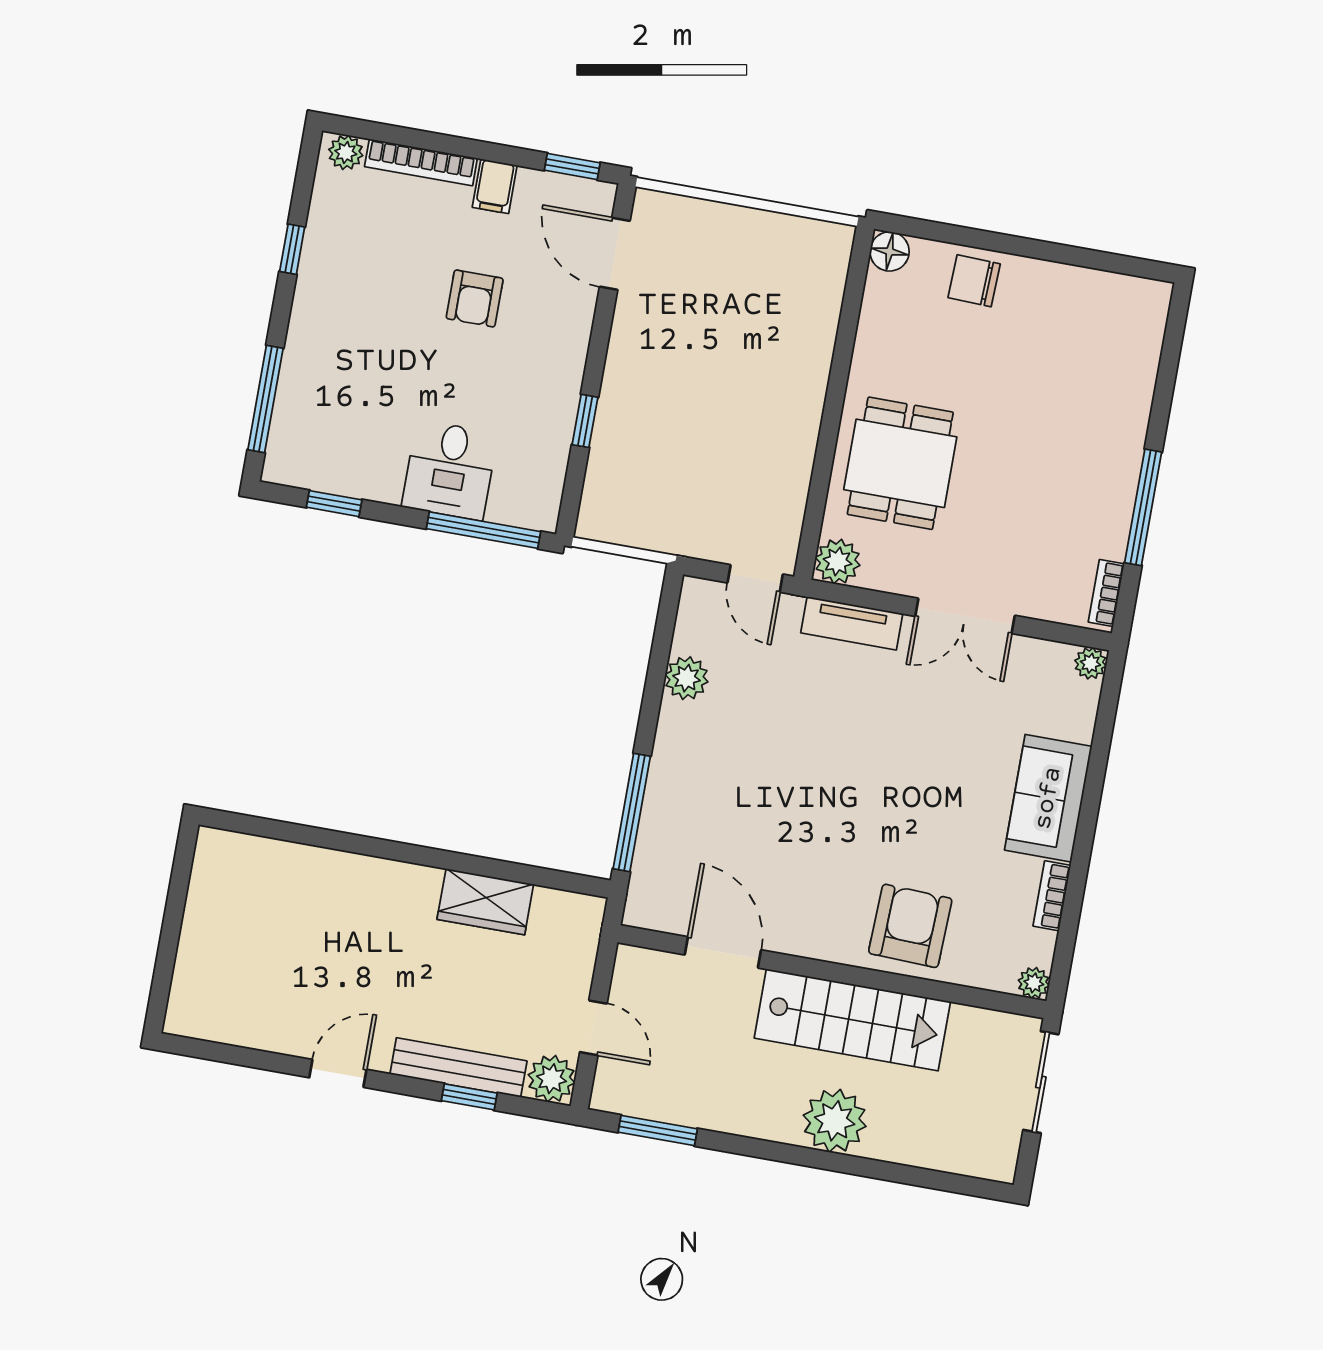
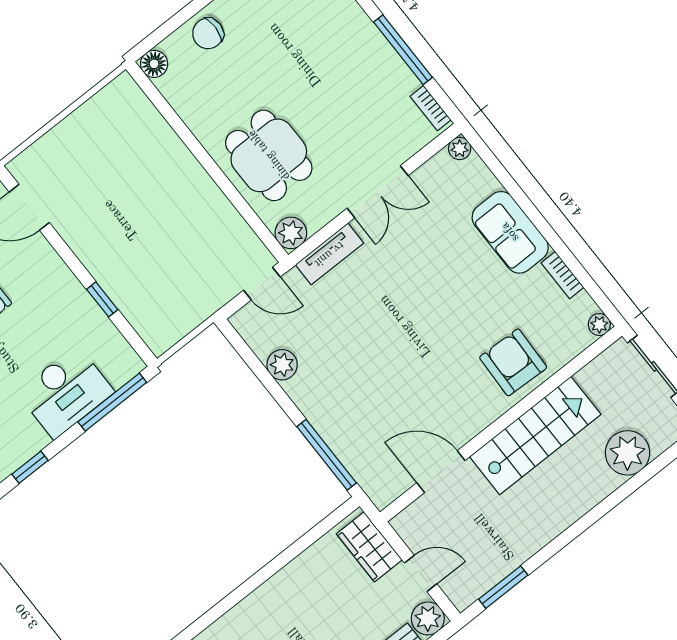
desk: (450, 470) -> (66, 392), width x1.37
wardrobe: (485, 902) -> (369, 547), moved, turned 90
plant: (835, 1121) -> (628, 453), moved

